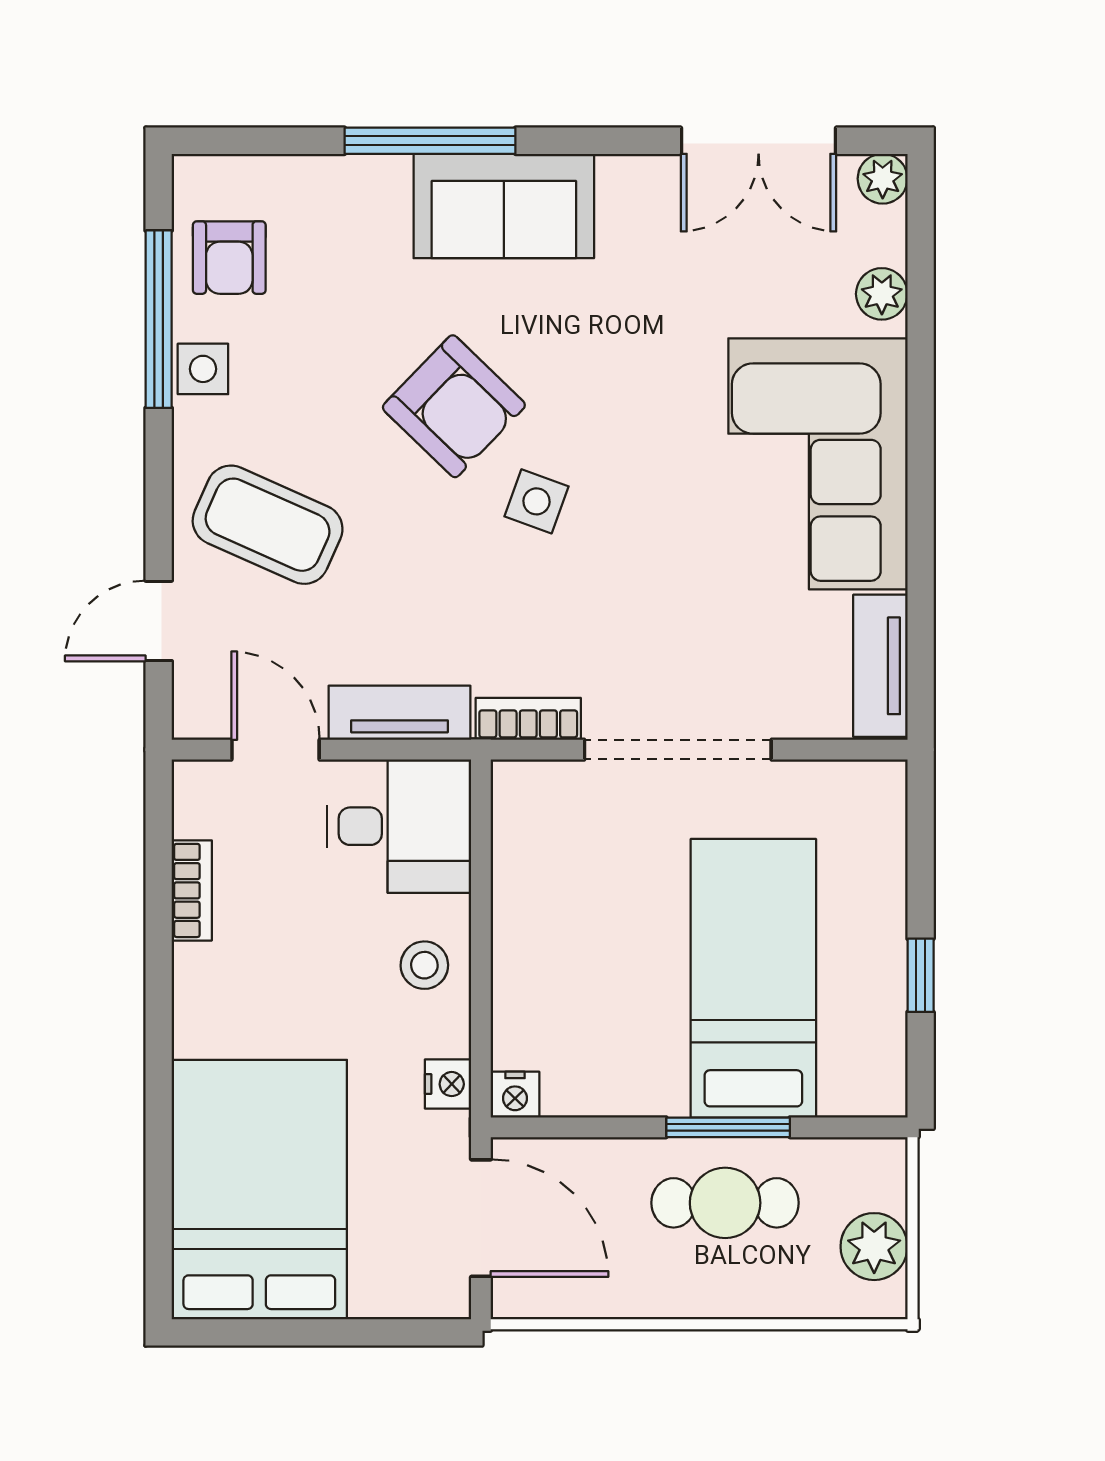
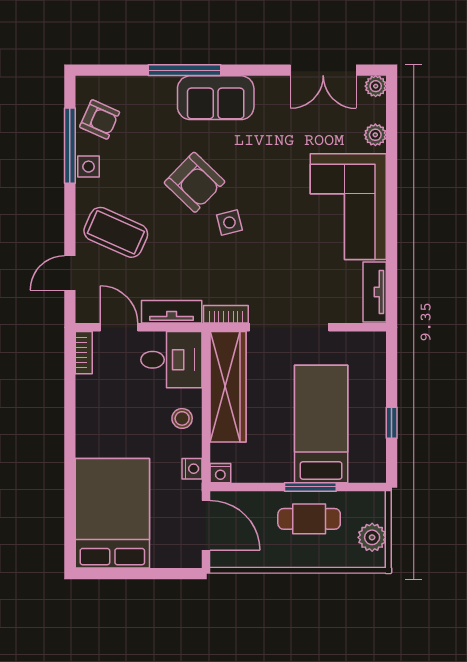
armchair: (229, 258) -> (100, 119), turned -66
side table: (537, 501) -> (229, 222), turned -34
bookcase: (192, 890) -> (84, 353), moved
wardrobe: (533, 890) -> (228, 387), added

